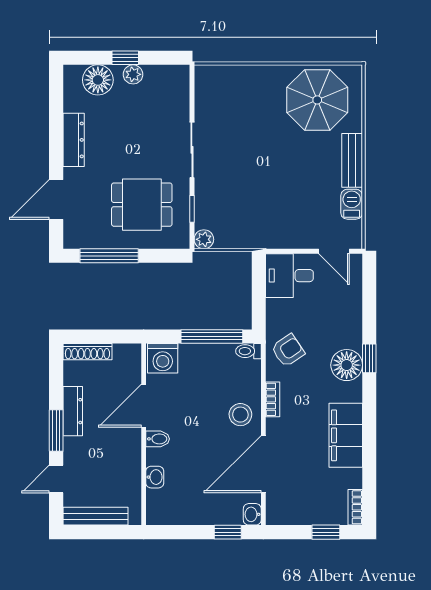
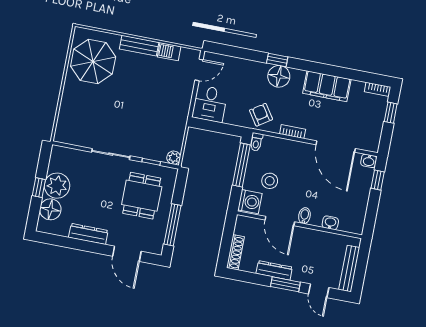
plant: (133, 74) -> (57, 186), width x1.87, depth x1.87
stool: (240, 415) -> (270, 181), moved

